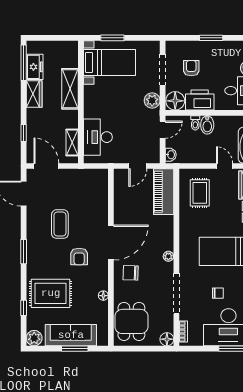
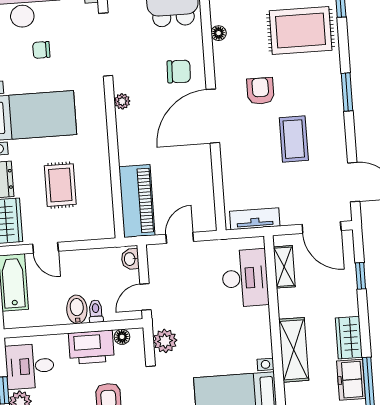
floor lamp: (175, 101) -> (122, 337), width x0.53, depth x0.53
tv unit: (89, 175) -> (255, 219), added
rug: (200, 193) -> (60, 185), moved

